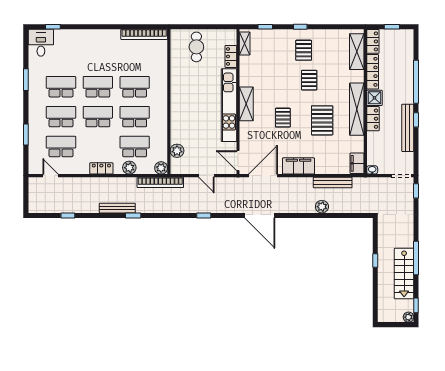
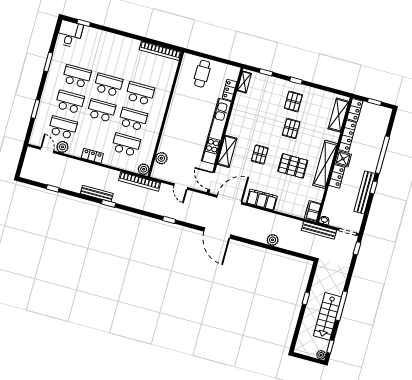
shelving: (246, 104) -> (227, 151), moved
pallet: (322, 120) -> (293, 166), turned 90
plant: (129, 168) -> (62, 147), moved
bench: (333, 183) -> (319, 230), moved

